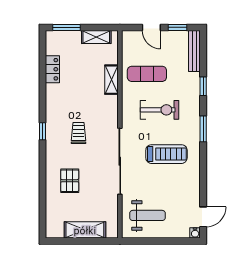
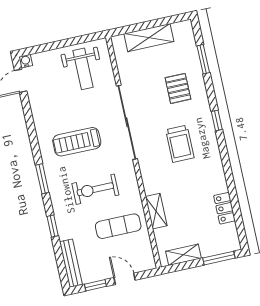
window: (42, 131) -> (217, 120), moved
trolley: (78, 133) -> (180, 144), width x1.36, depth x1.39
window: (42, 201) -> (203, 59), added
weight bench: (147, 215) -> (83, 69), turned -90

